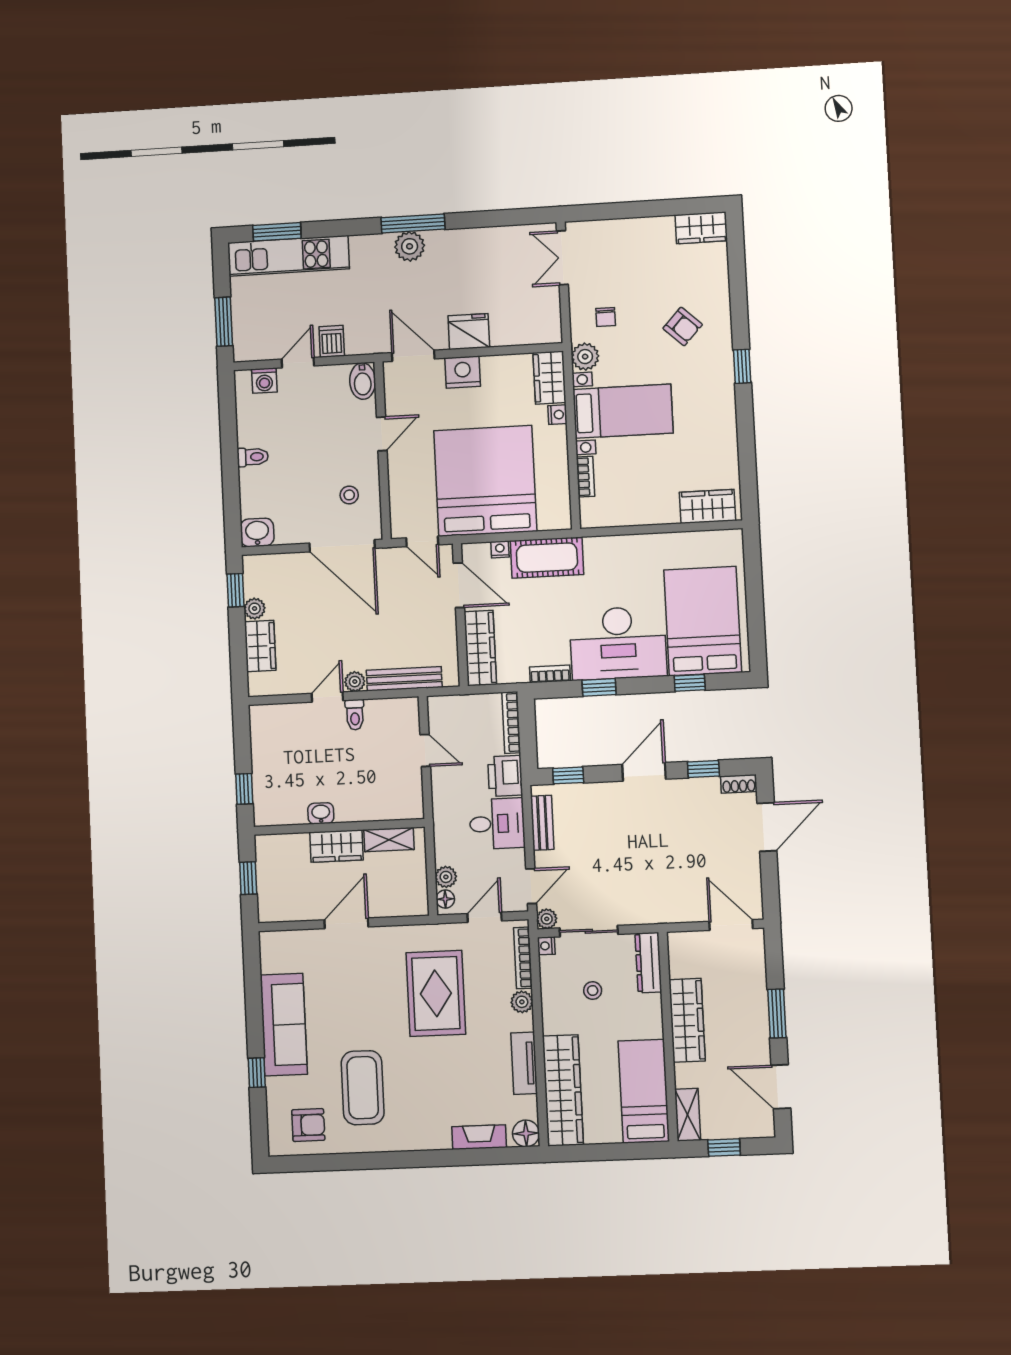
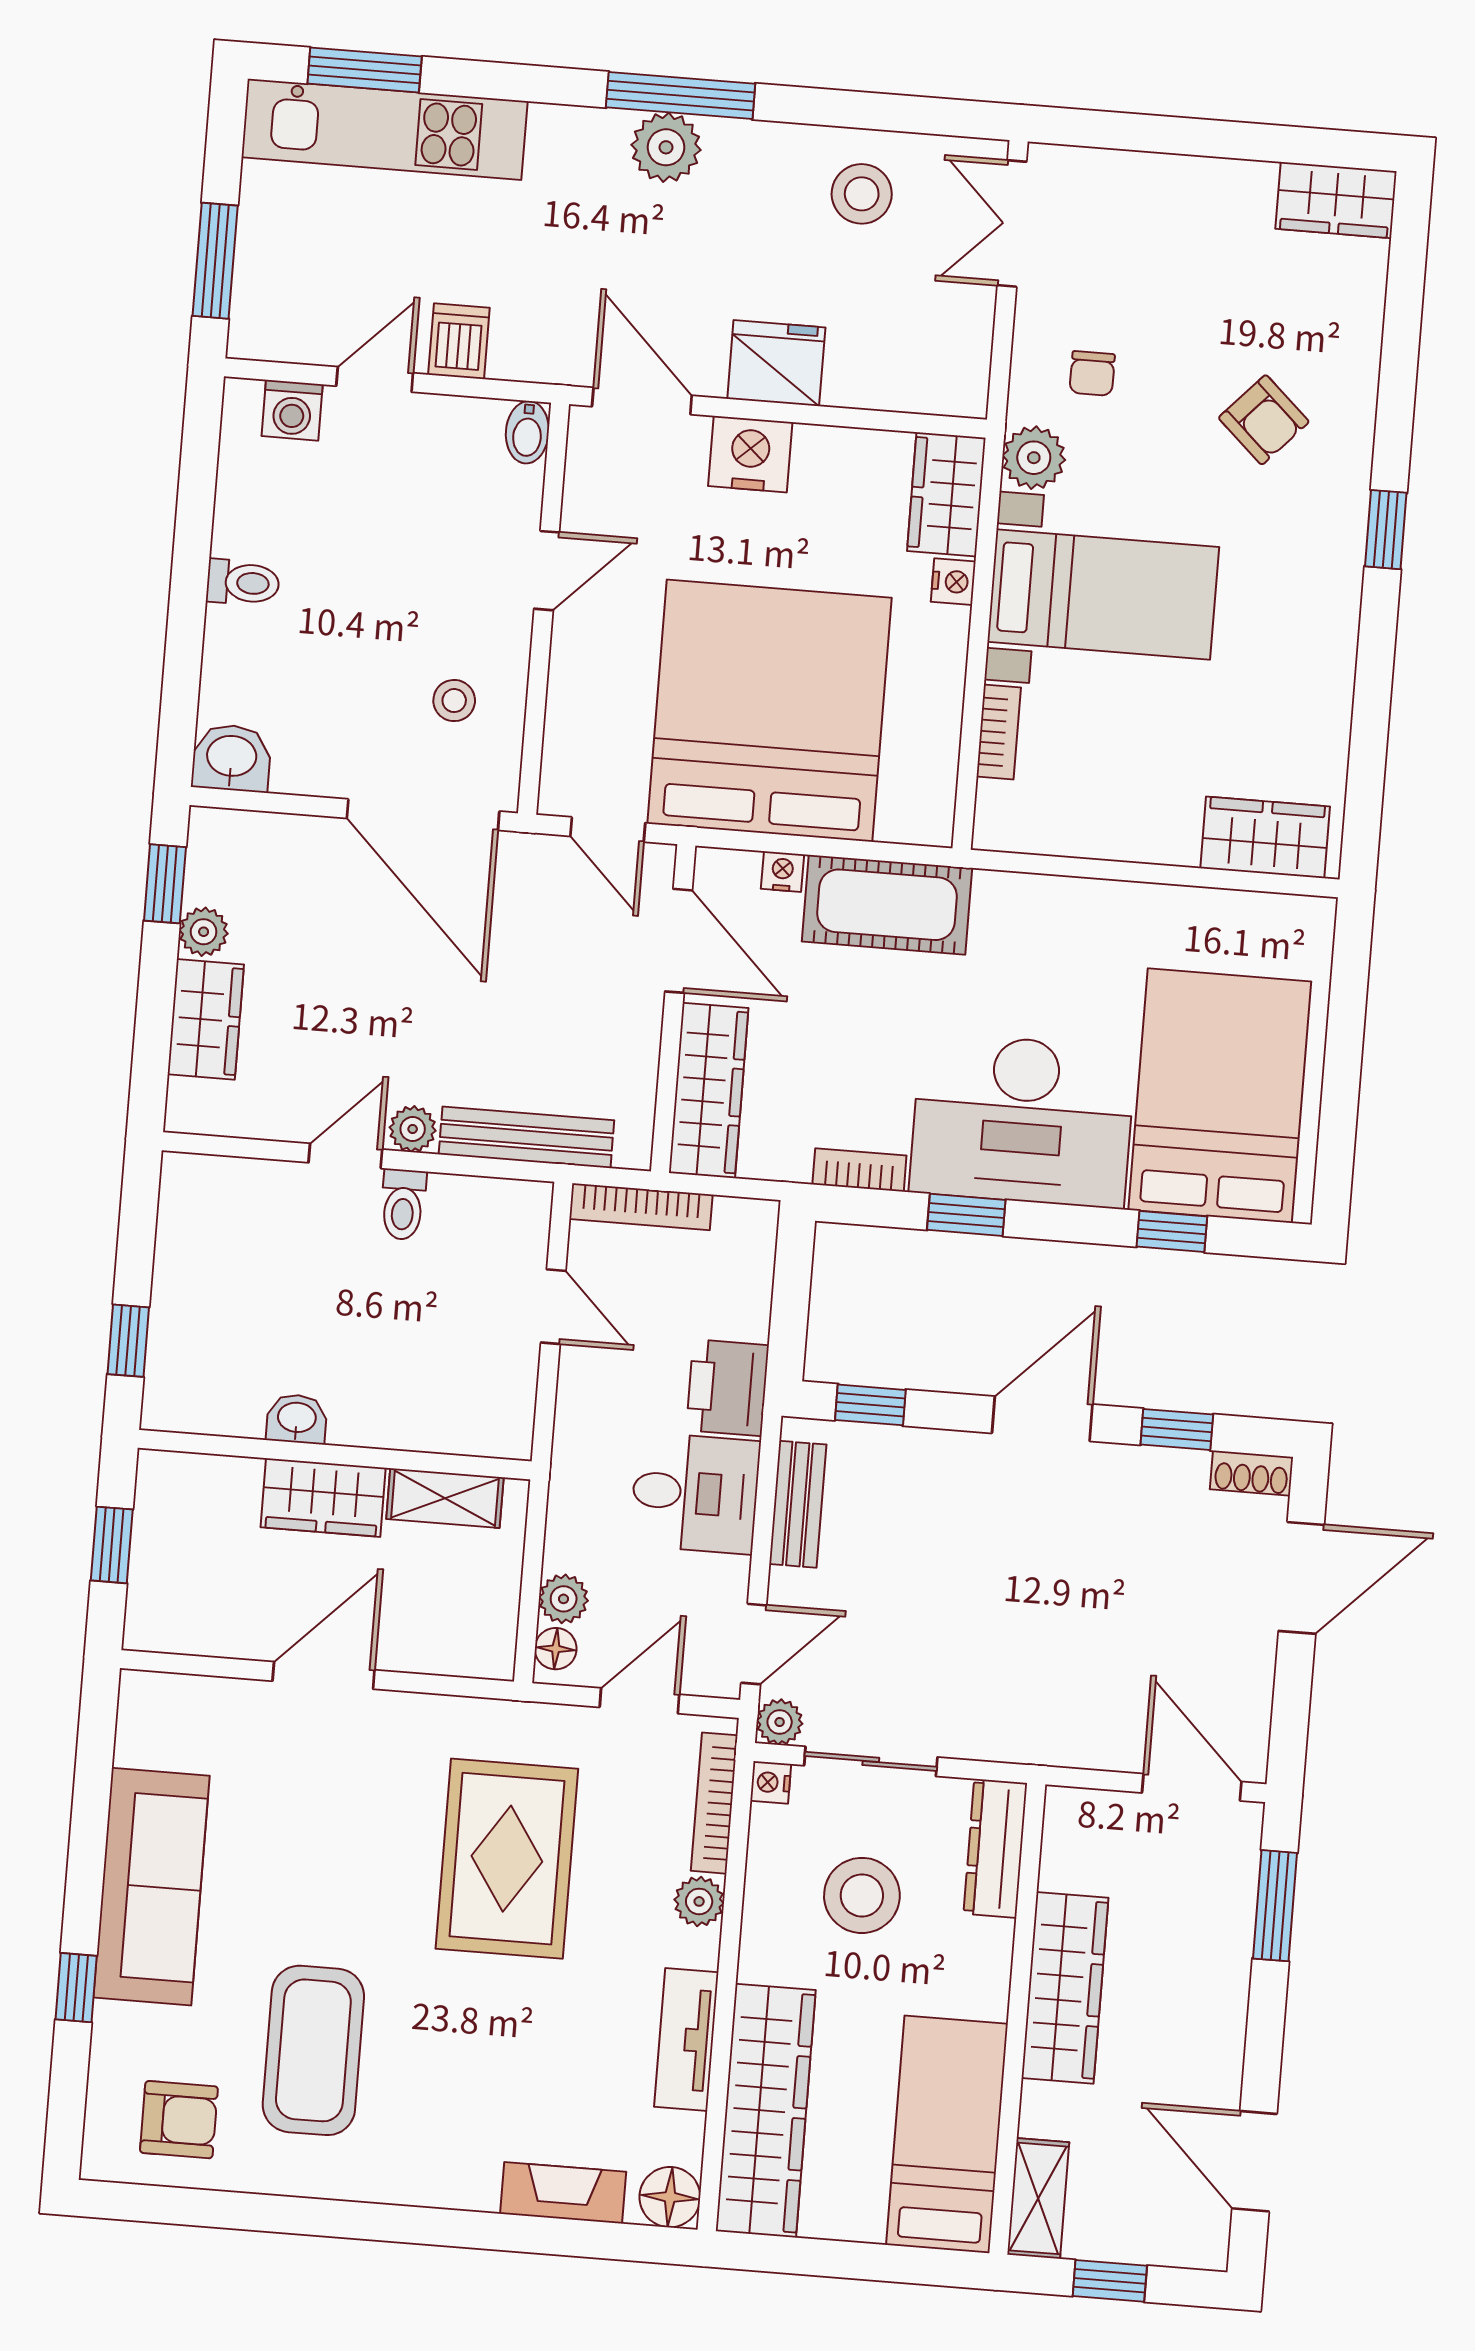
stool: (496, 254) -> (862, 194), added
bidet: (363, 381) -> (527, 432), width x0.72, depth x0.74
bookcase: (511, 723) -> (641, 1207), moved, turned -90
stool: (593, 990) -> (862, 1895), width x1.89, depth x1.89
window: (777, 1013) -> (1275, 1906), moved

